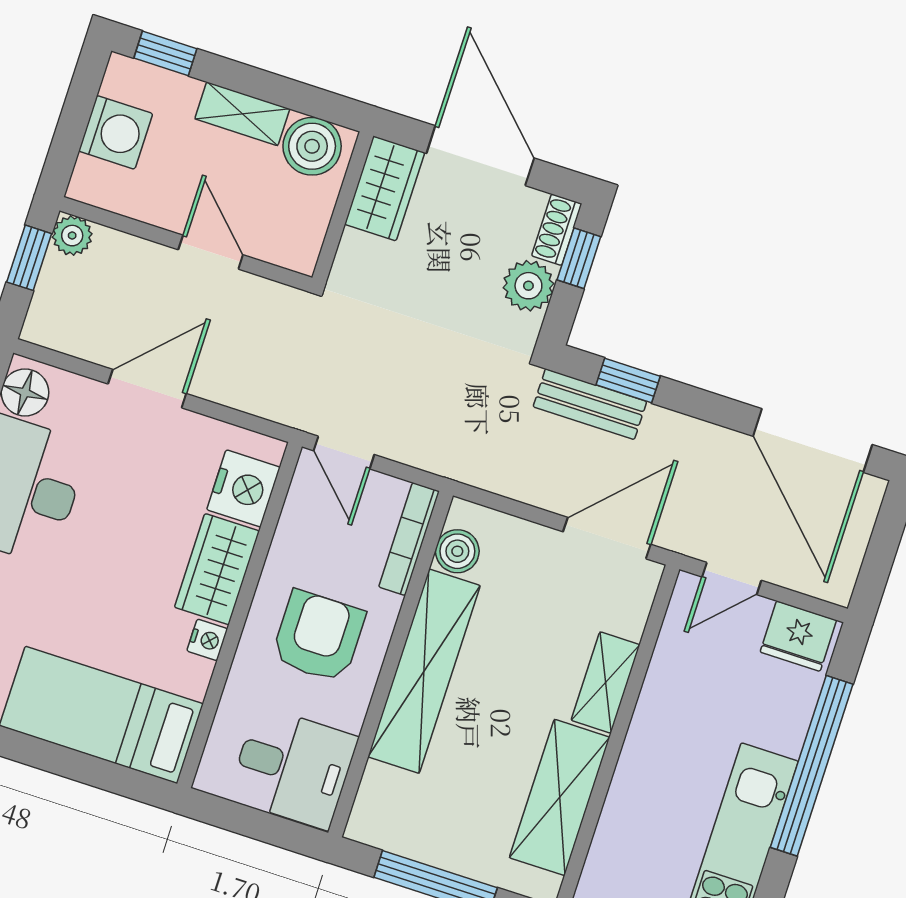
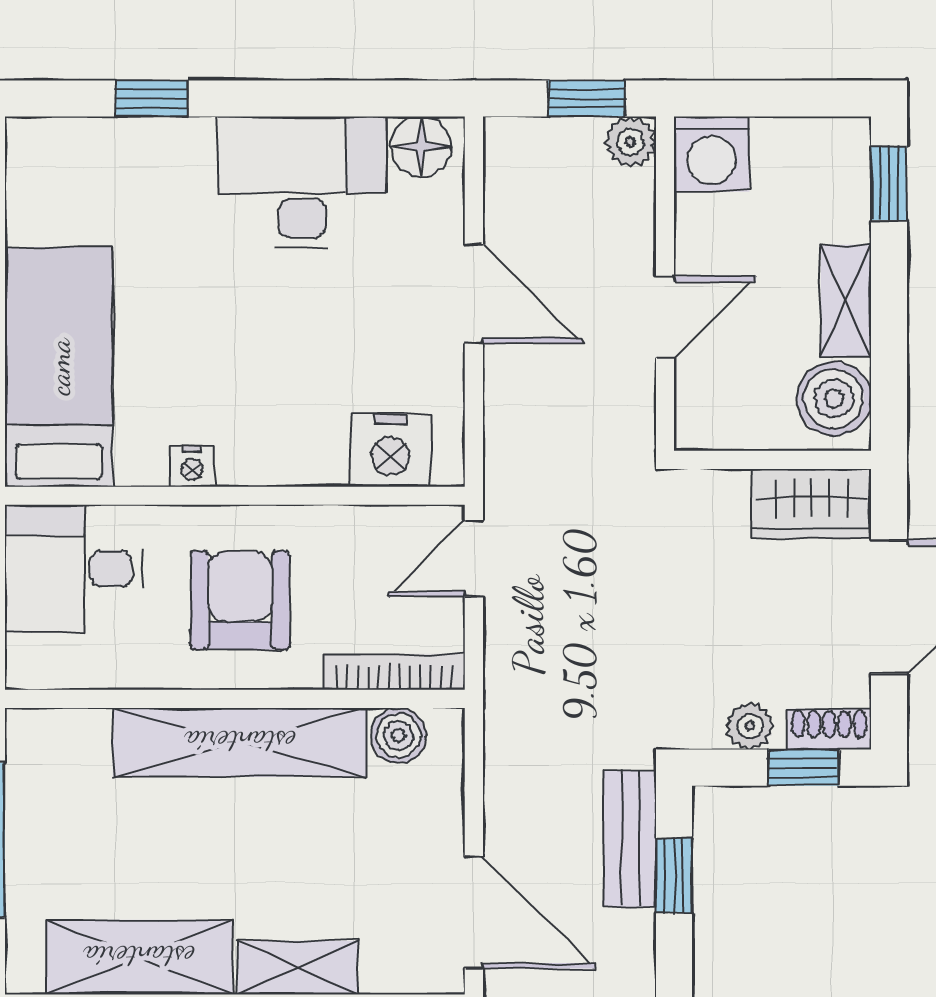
washing machine: (116, 132) -> (712, 154), moved
plant: (528, 286) -> (750, 726), width x0.73, depth x0.73
wardrobe: (217, 569) -> (282, 450), removed
armchair: (318, 636) -> (240, 600), turned -90
desk: (293, 768) -> (74, 569), moved, turned 90

